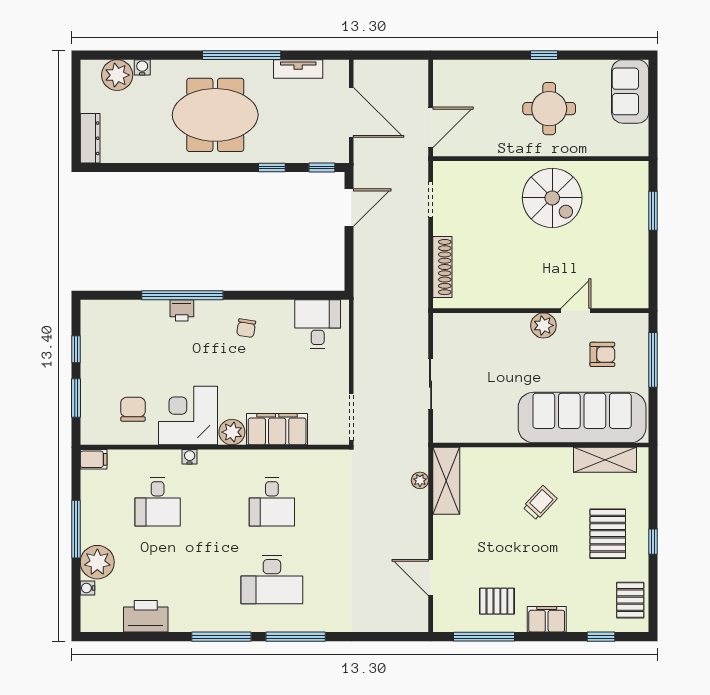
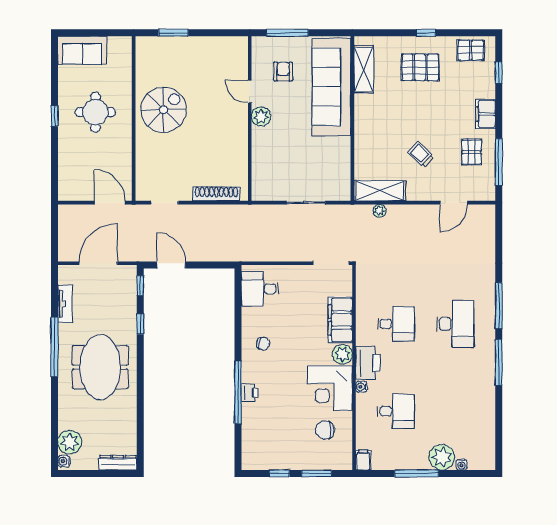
water cooler: (142, 67) -> (64, 461), moved
trolley: (540, 503) -> (421, 154), moved
printer: (146, 616) -> (368, 363), moved, turned 180

